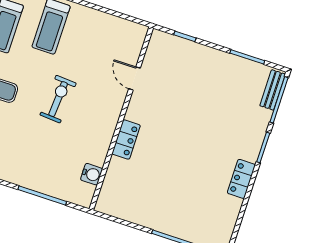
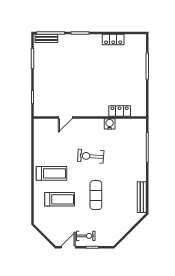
locker: (126, 139) -> (120, 111), moved
water cooler: (92, 174) -> (110, 124), moved
locker: (241, 179) -> (113, 40), moved

